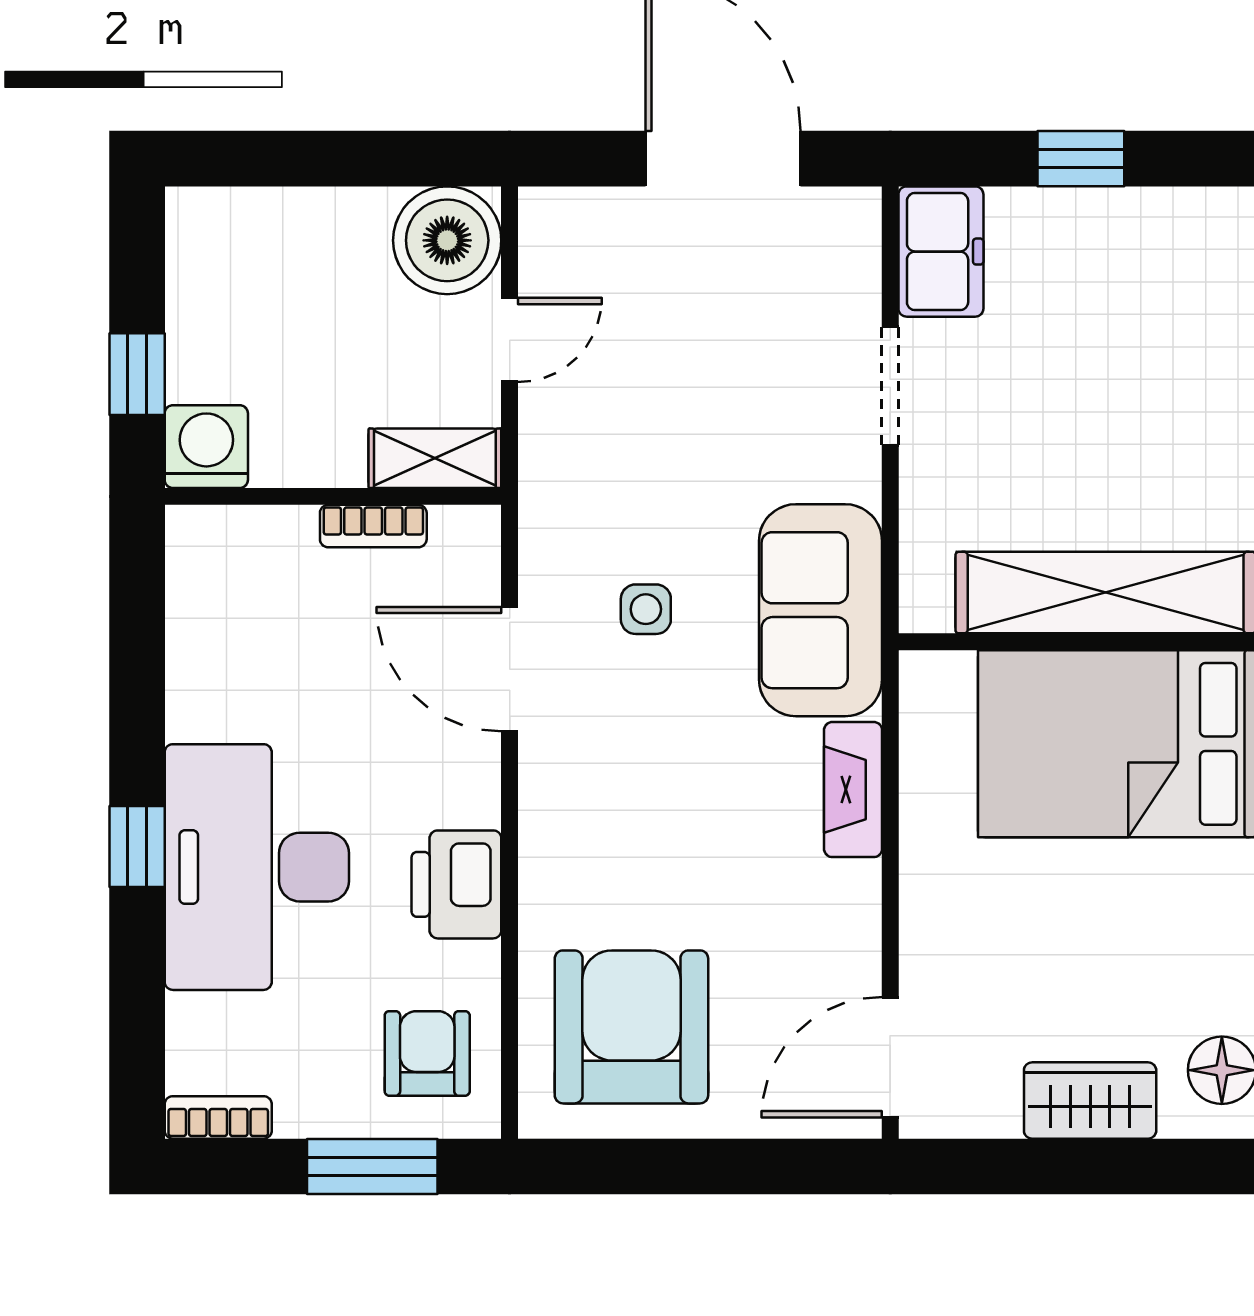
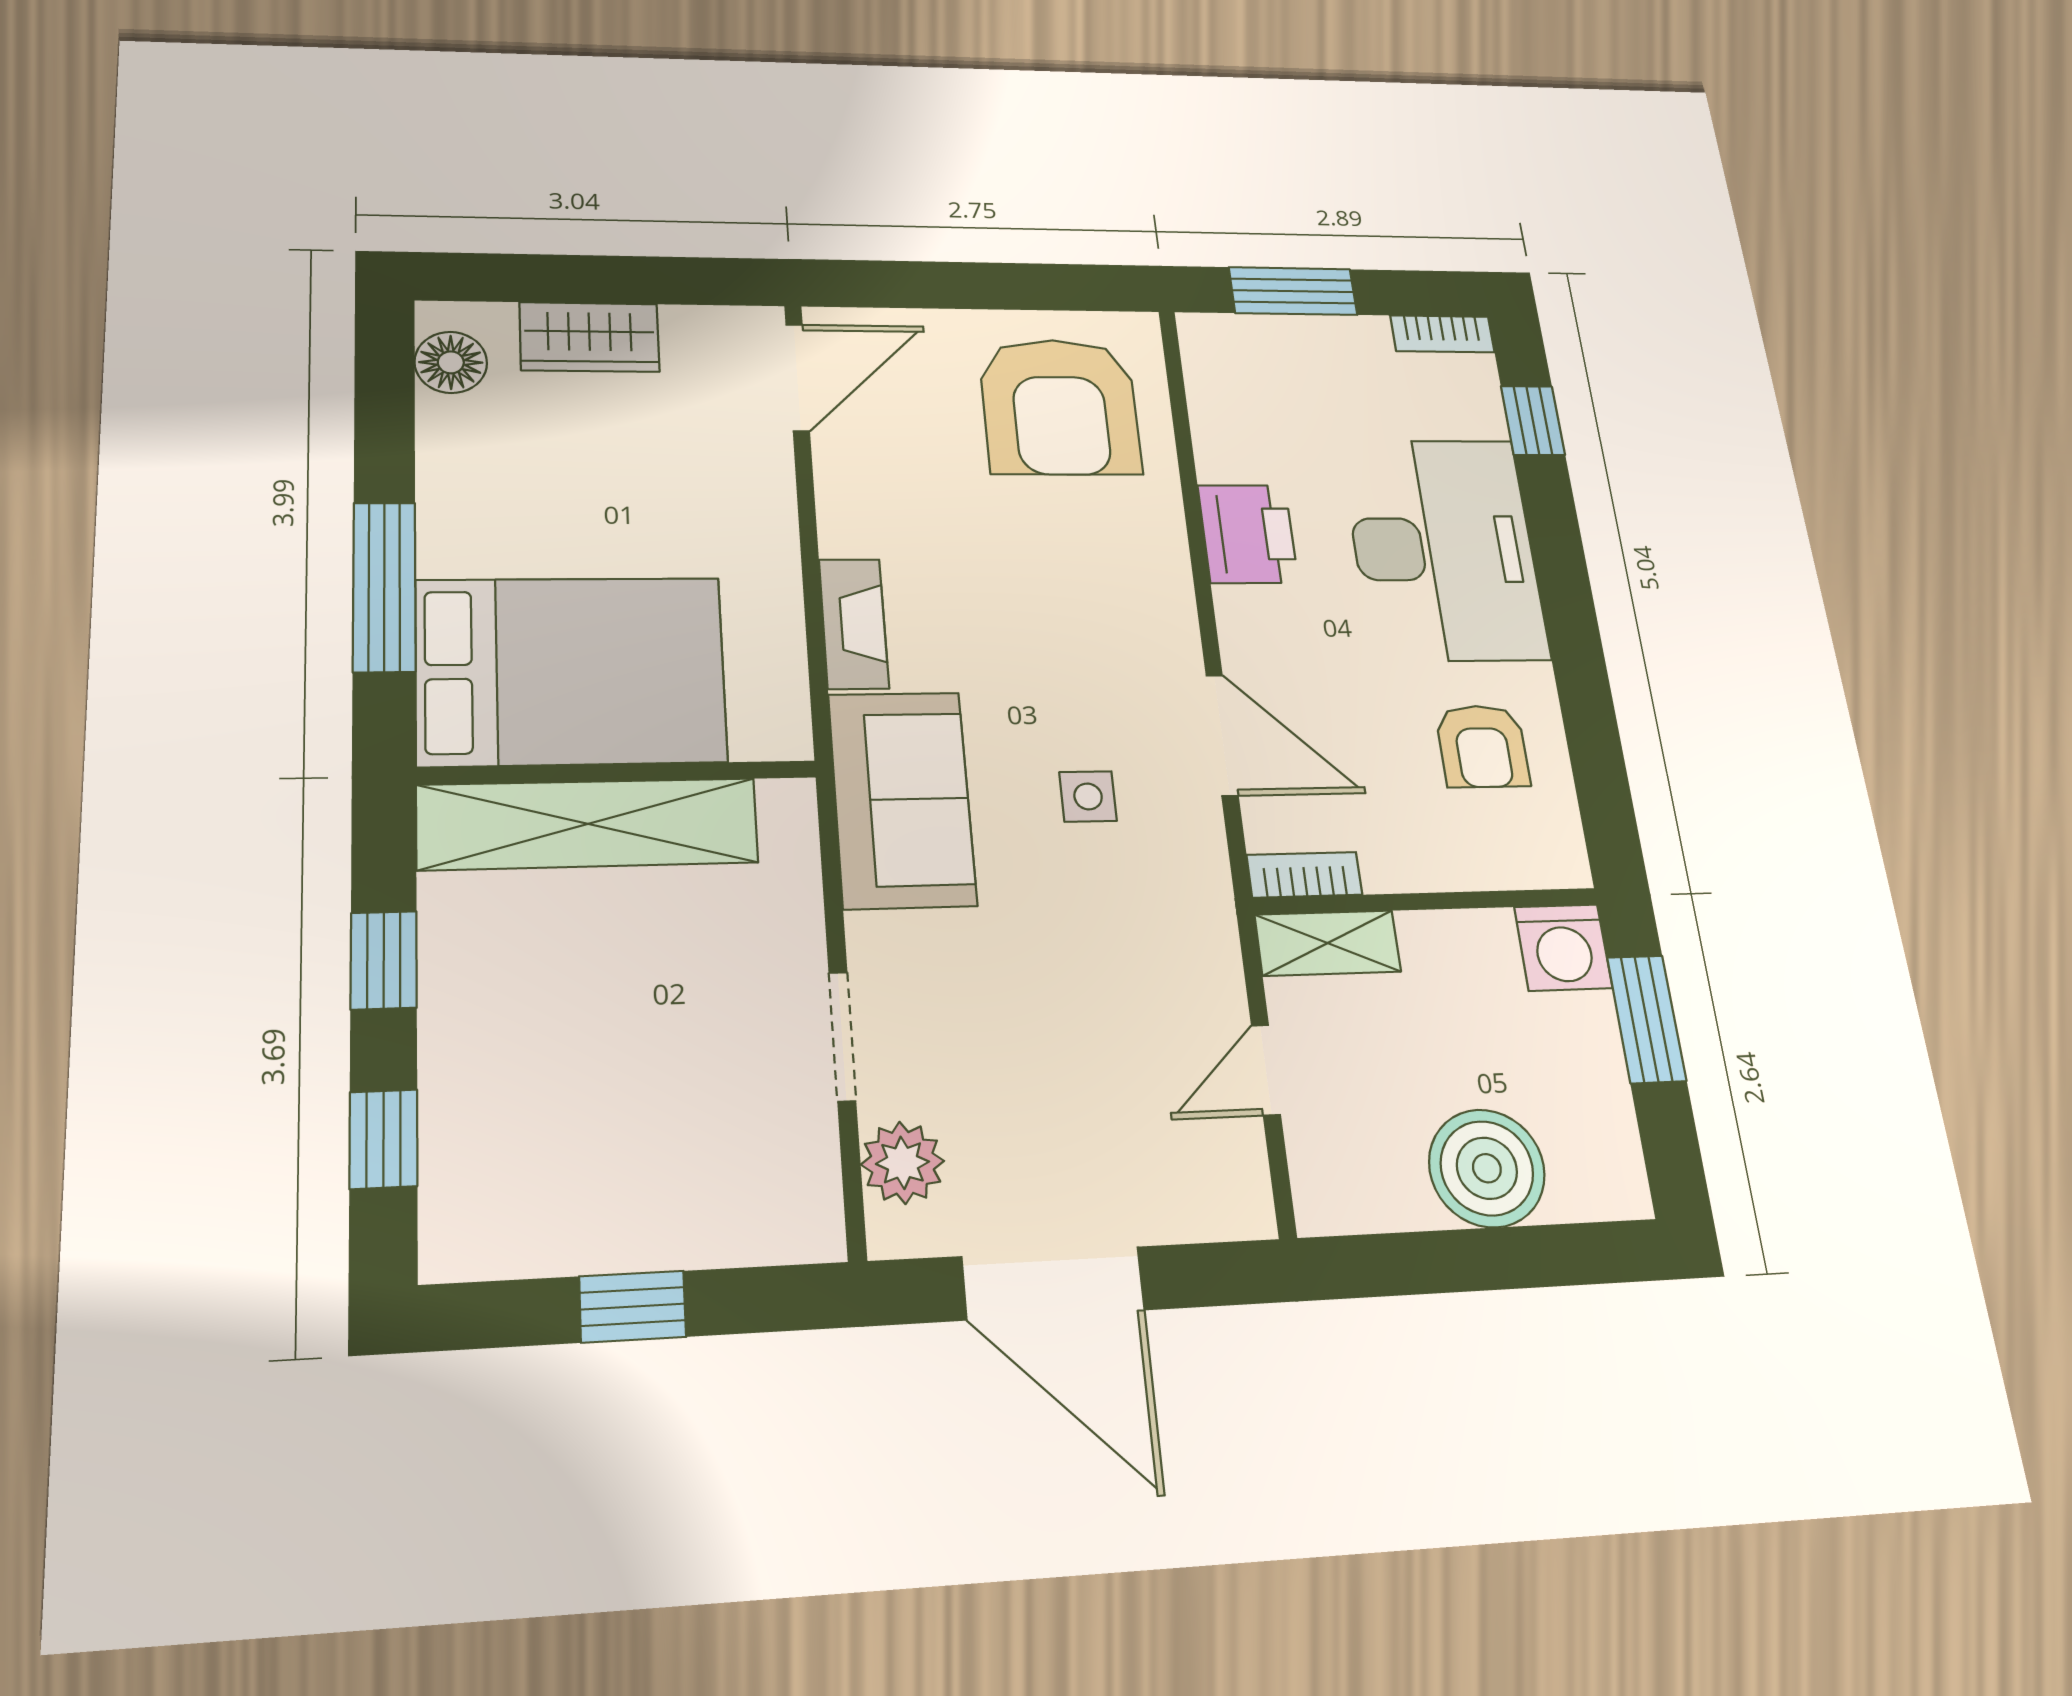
boiler: (447, 240) -> (1487, 1168), moved
freezer: (941, 252) -> (794, 1189), removed
plant: (845, 270) -> (902, 1163), added
window: (137, 374) -> (1646, 1019), width x1.50
bookcase: (373, 526) -> (1304, 875), moved
window: (137, 846) -> (1533, 421), moved
armchair: (427, 1053) -> (1482, 746), moved

